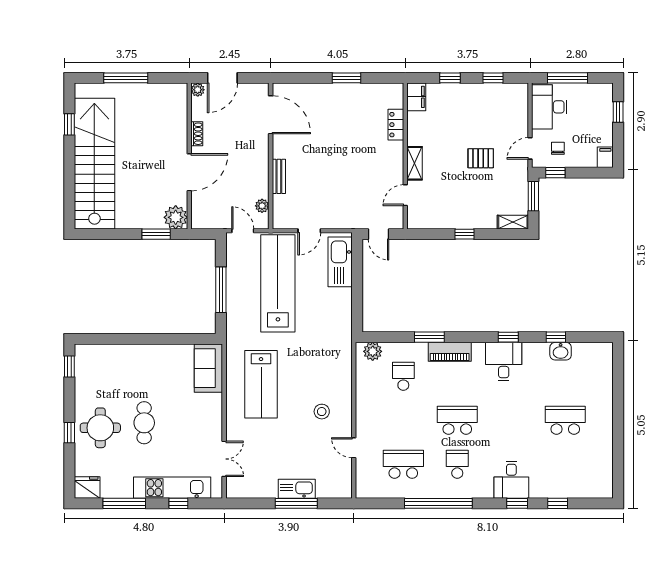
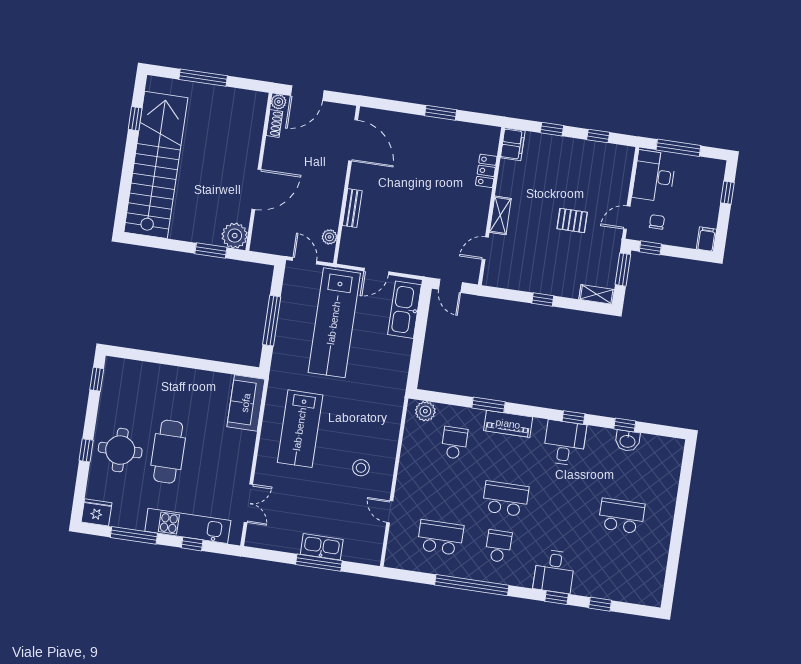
shoe rack: (197, 134) -> (274, 124), moved
lab bench: (278, 283) -> (334, 323), turned 180
cafe table: (144, 423) -> (168, 452), width x1.37, depth x1.35

